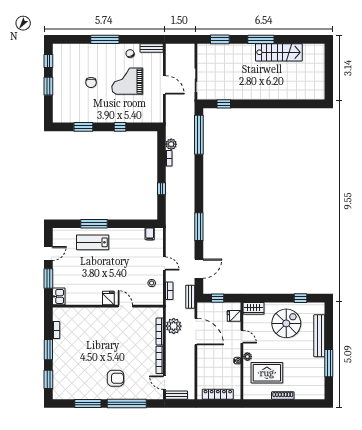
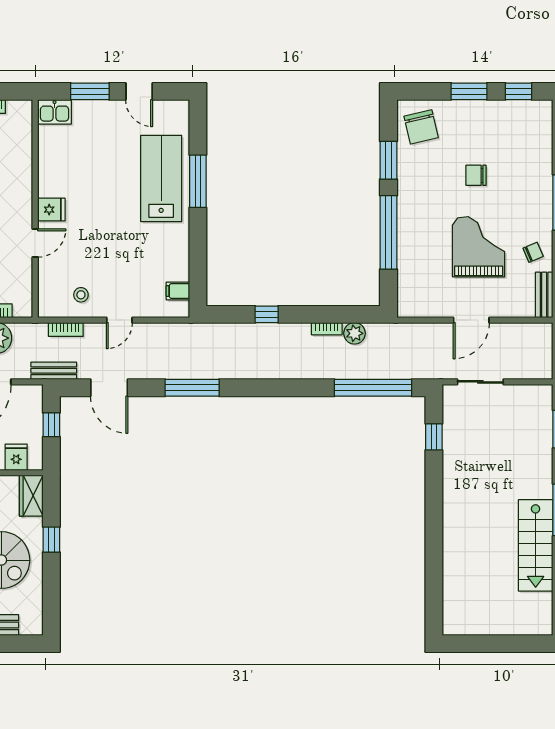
chair: (66, 110) -> (421, 127), added
window: (120, 127) -> (389, 232), width x3.17
lab bench: (93, 242) -> (161, 178), width x1.36, depth x1.39
window: (300, 298) -> (51, 540), moved

